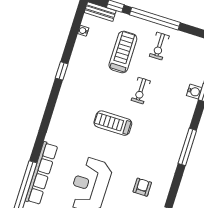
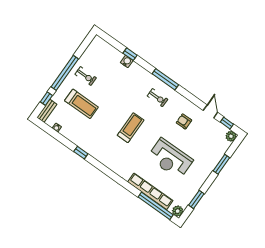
treadmill: (123, 52) -> (81, 104), turned 180
exercise bike: (141, 91) -> (157, 98), moved
treadmill: (113, 123) -> (131, 128), turned 180

